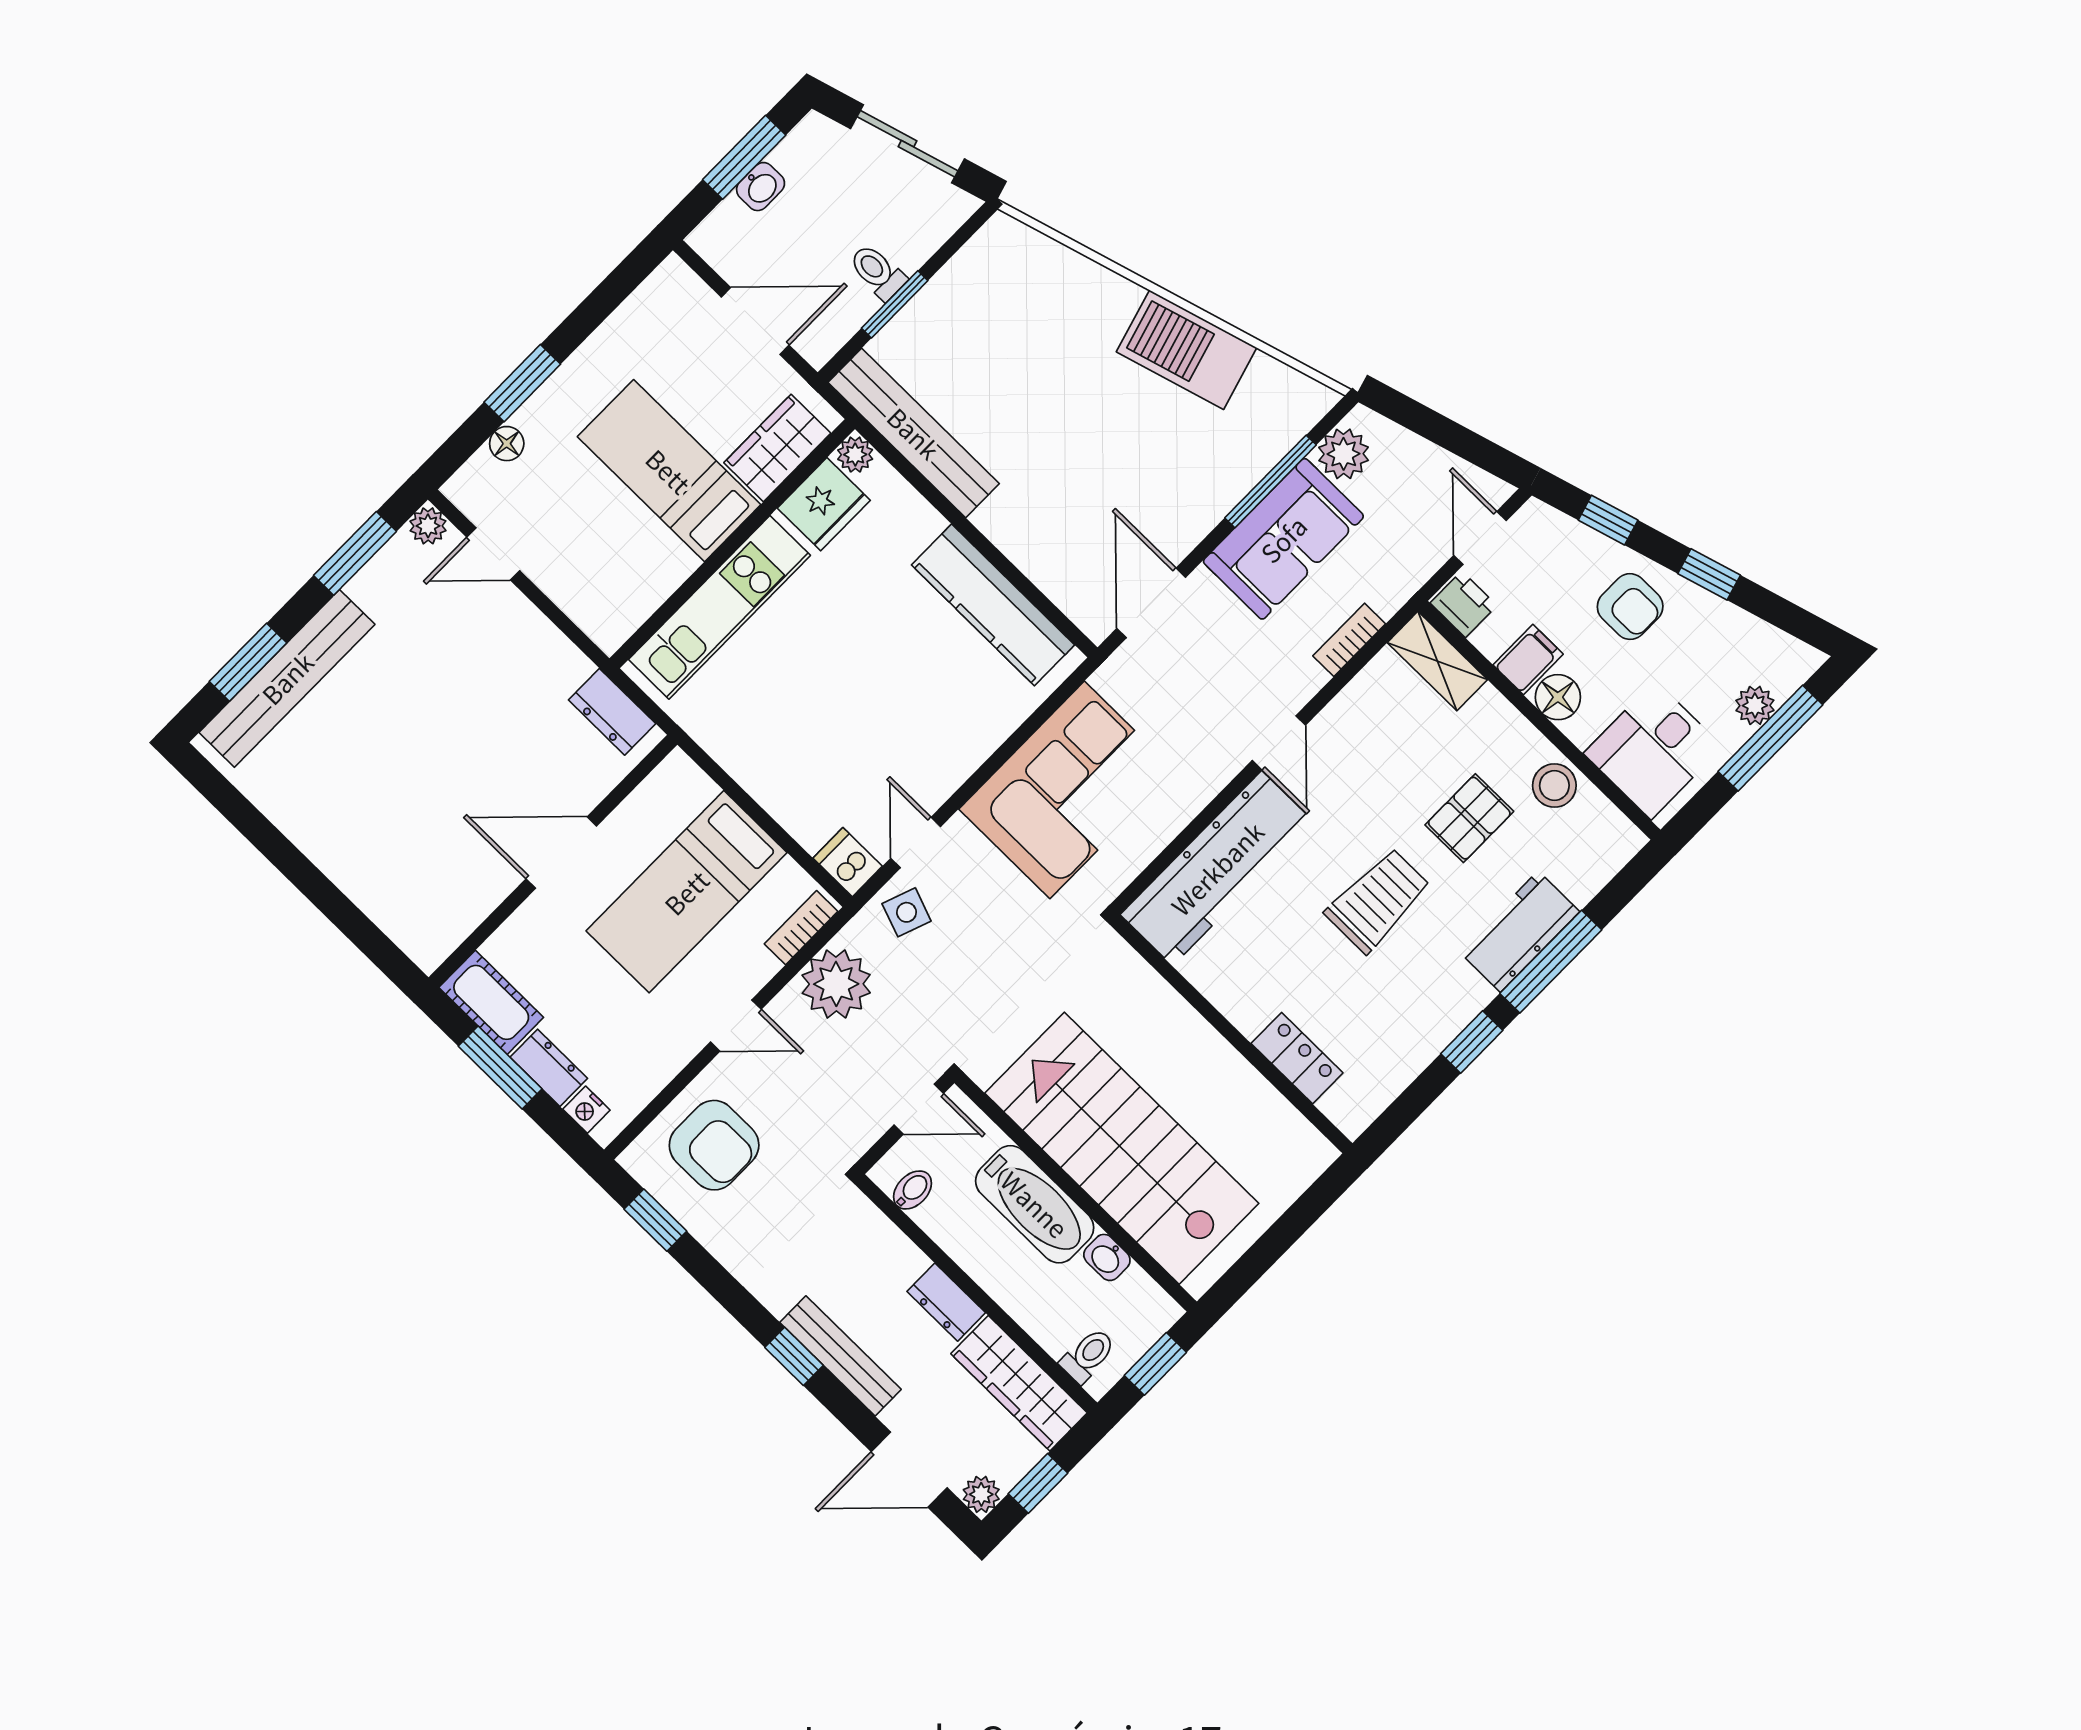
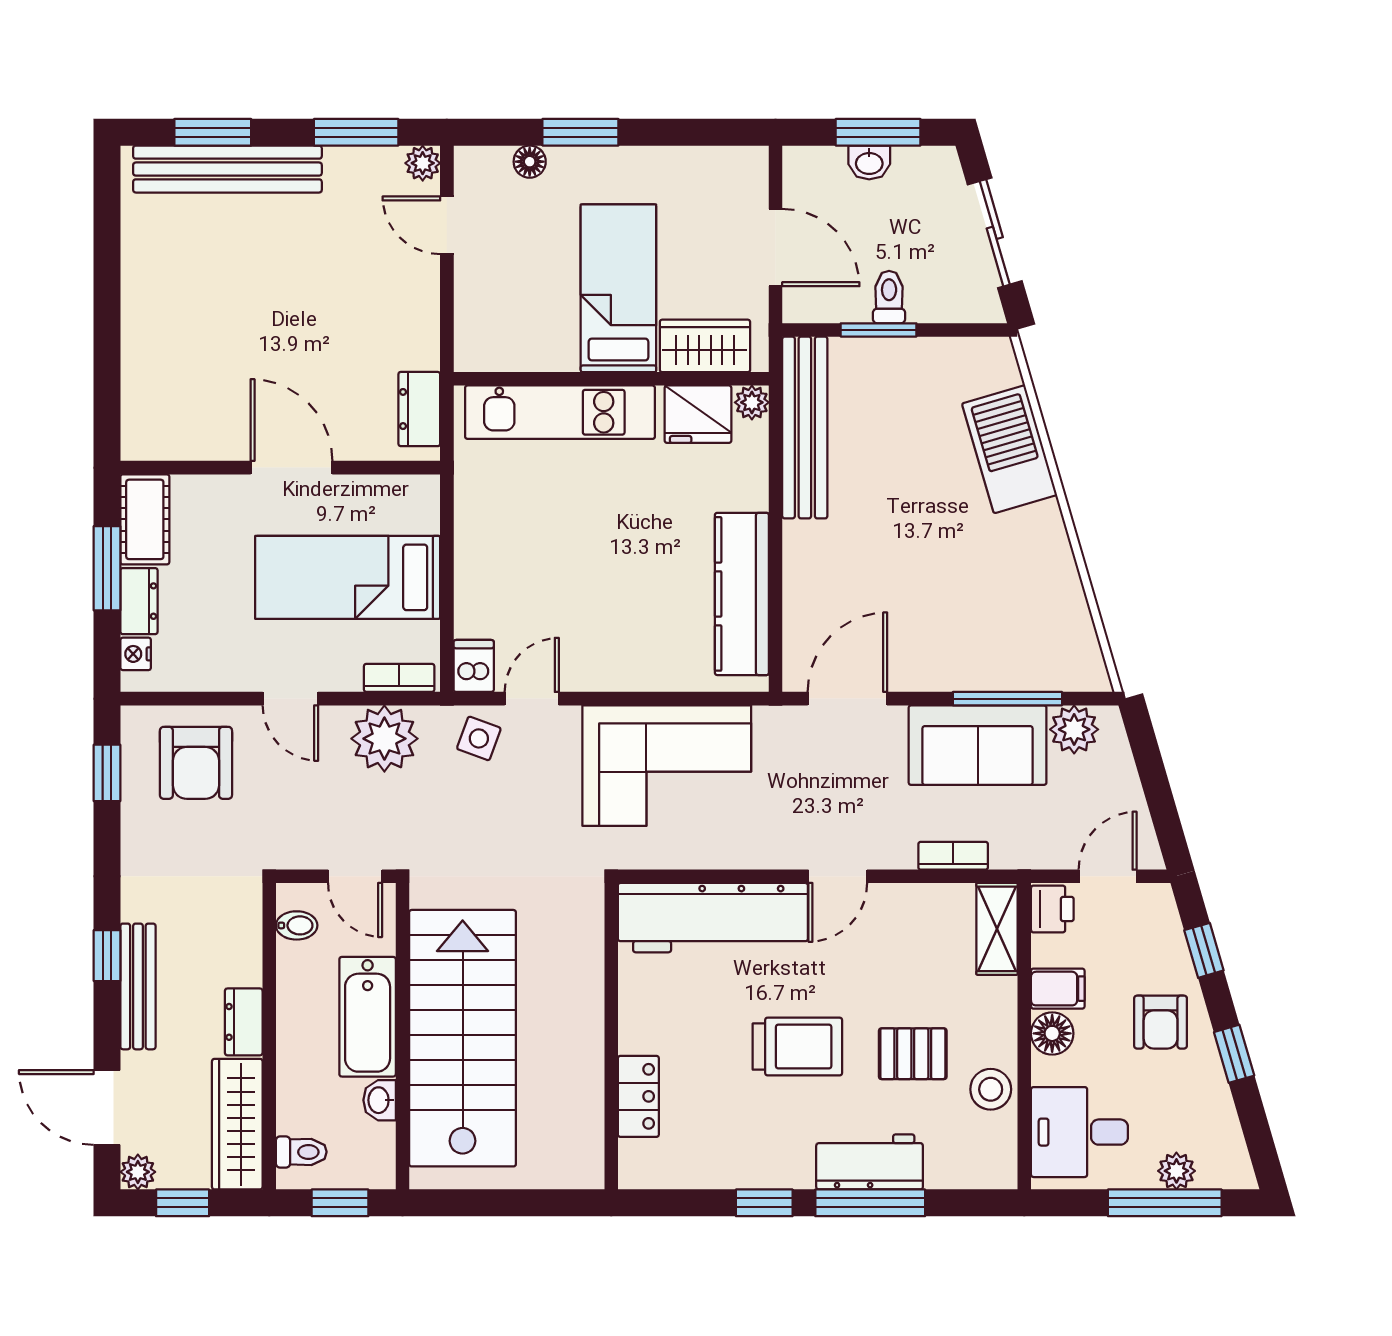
barbecue: (1187, 350) -> (1010, 449), moved

